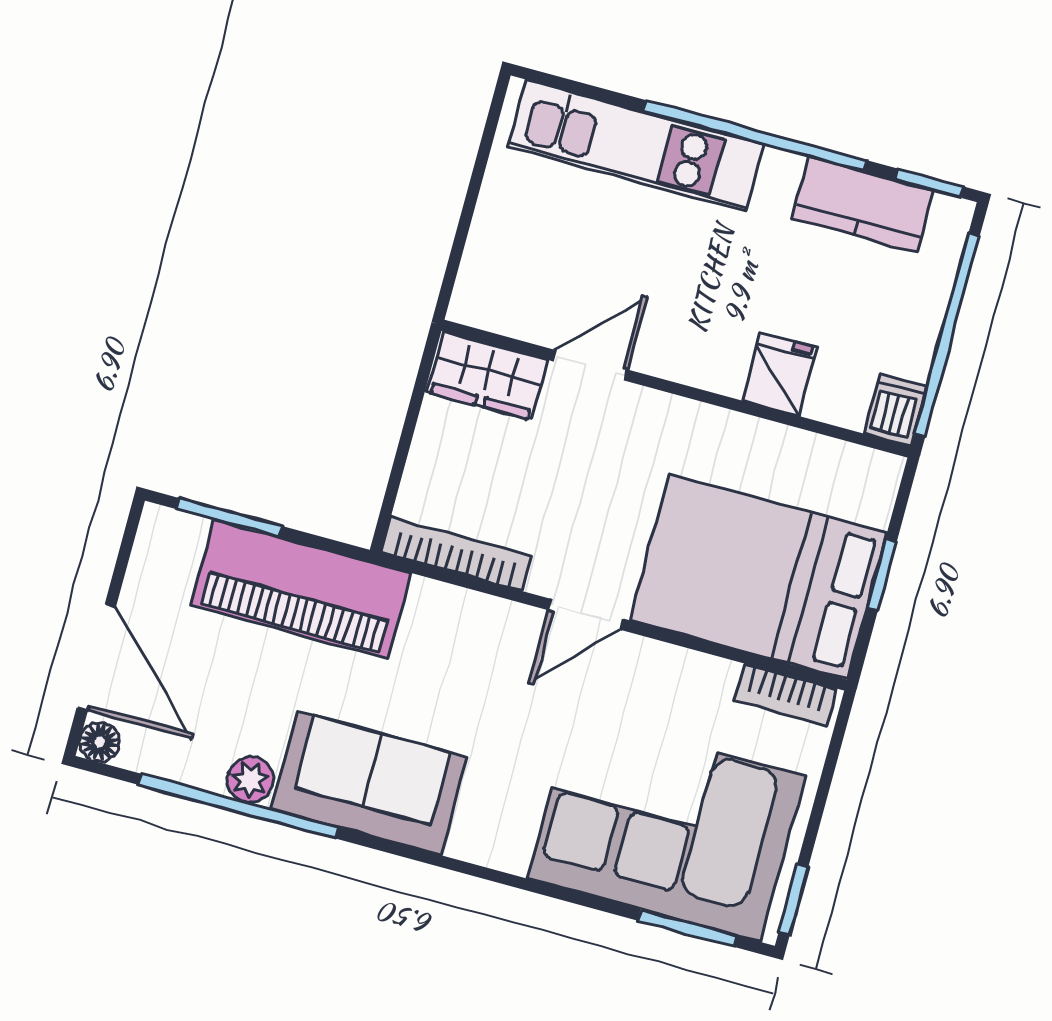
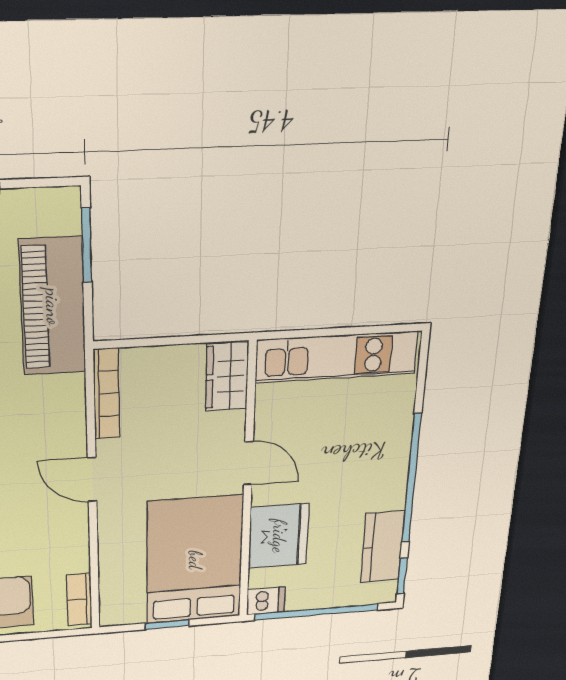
kitchen unit: (636, 145) -> (337, 357), moved, turned -90
door: (590, 365) -> (248, 463), moved
fridge: (780, 374) -> (279, 536), width x1.88, depth x1.34
bed: (758, 577) -> (195, 560), moved

